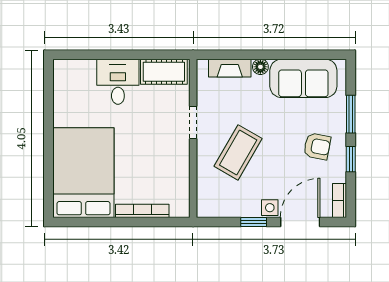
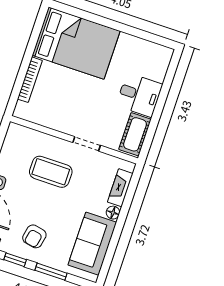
coffee table: (238, 152) -> (51, 172), turned -30

